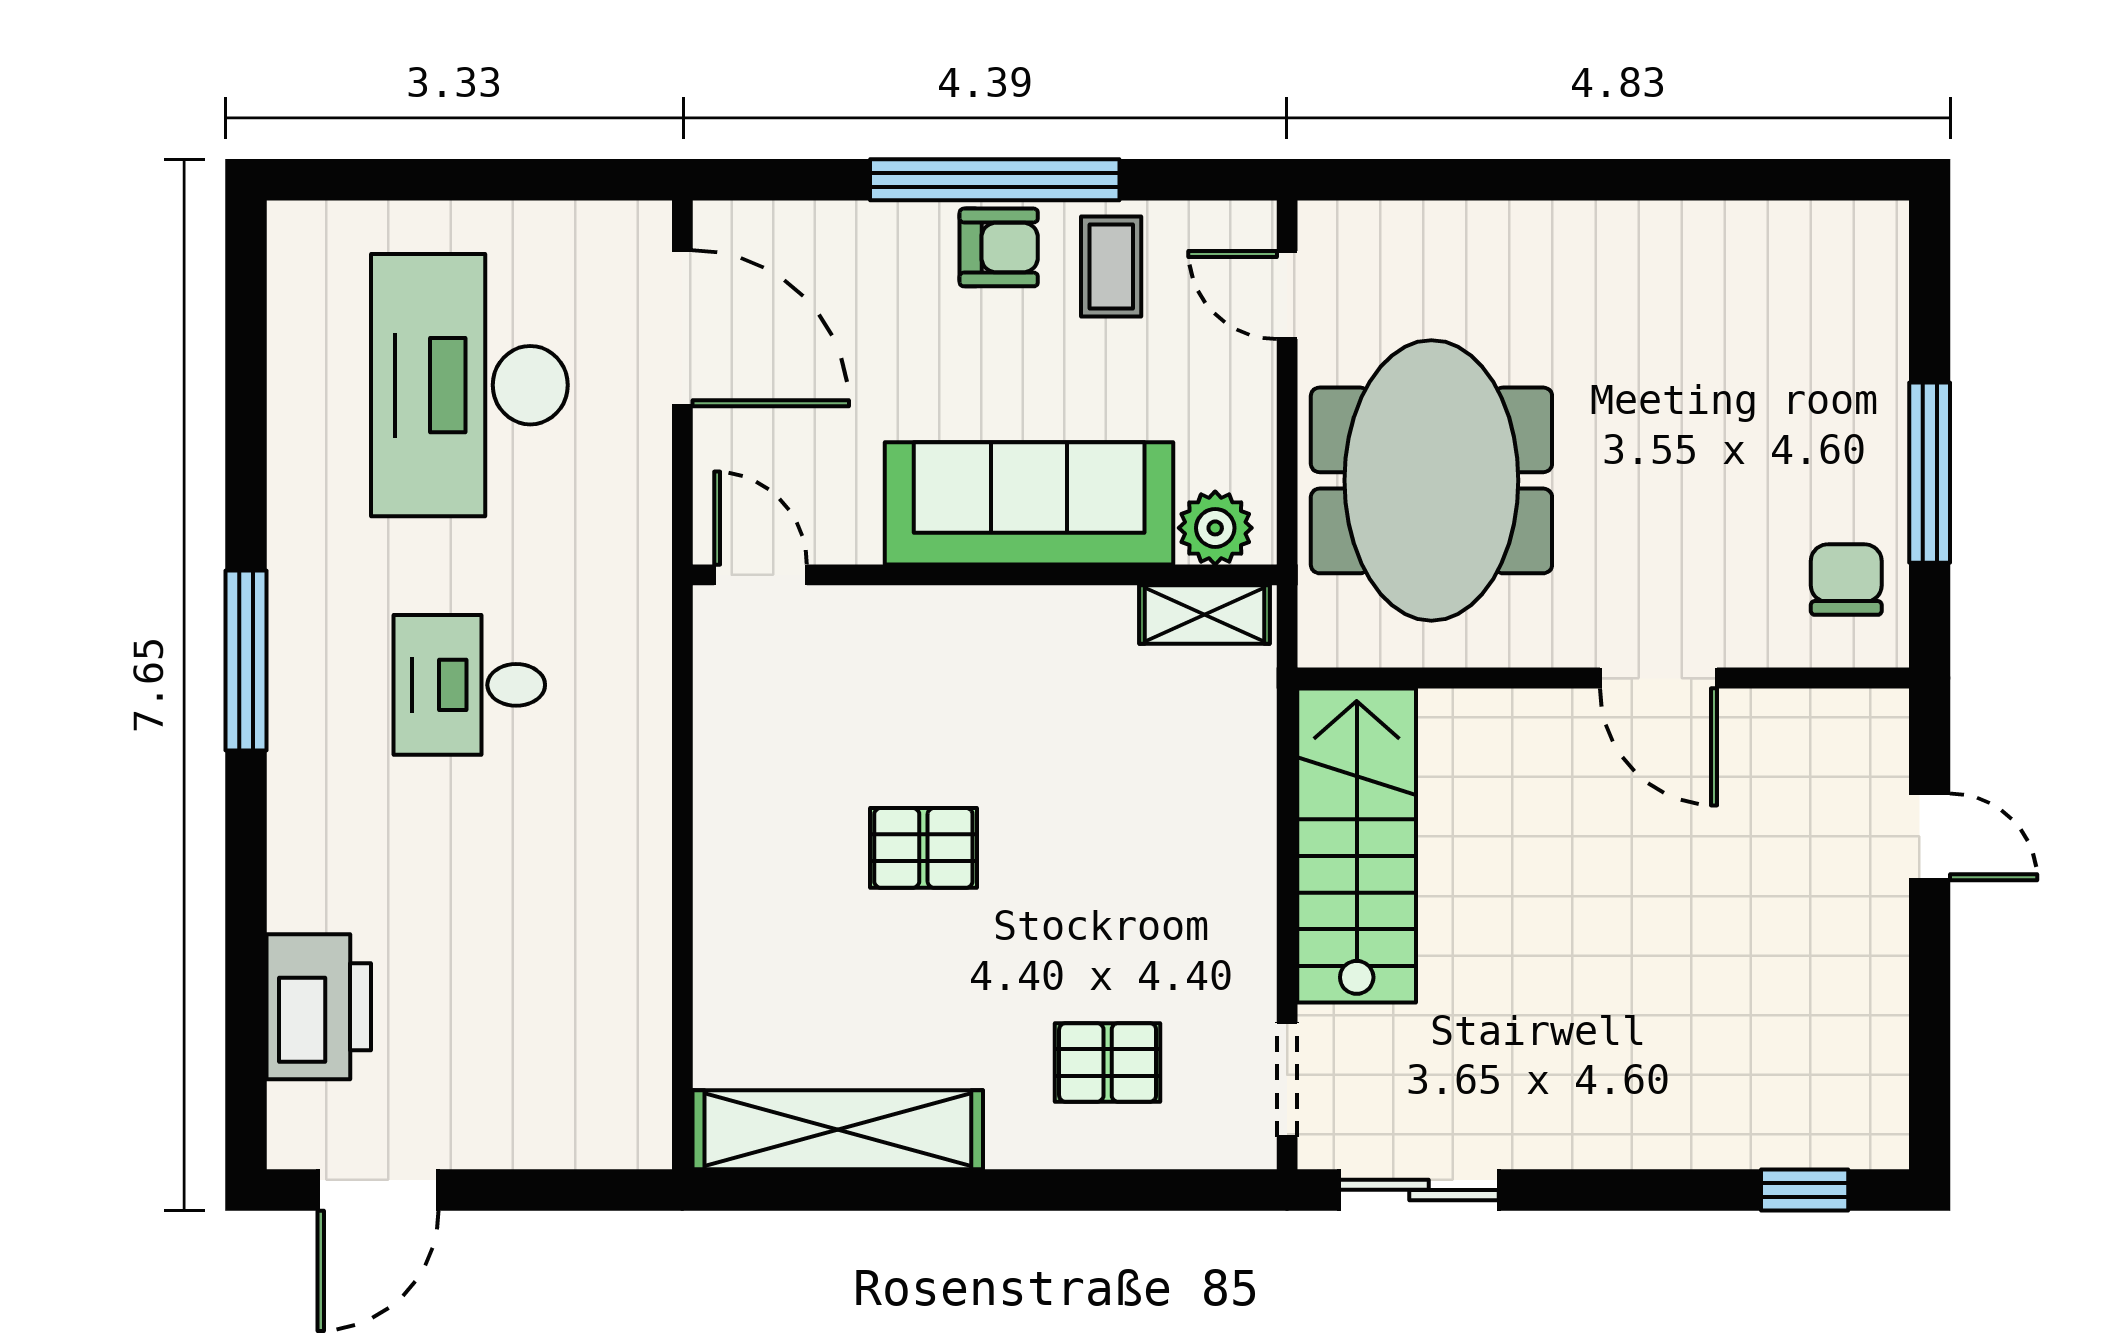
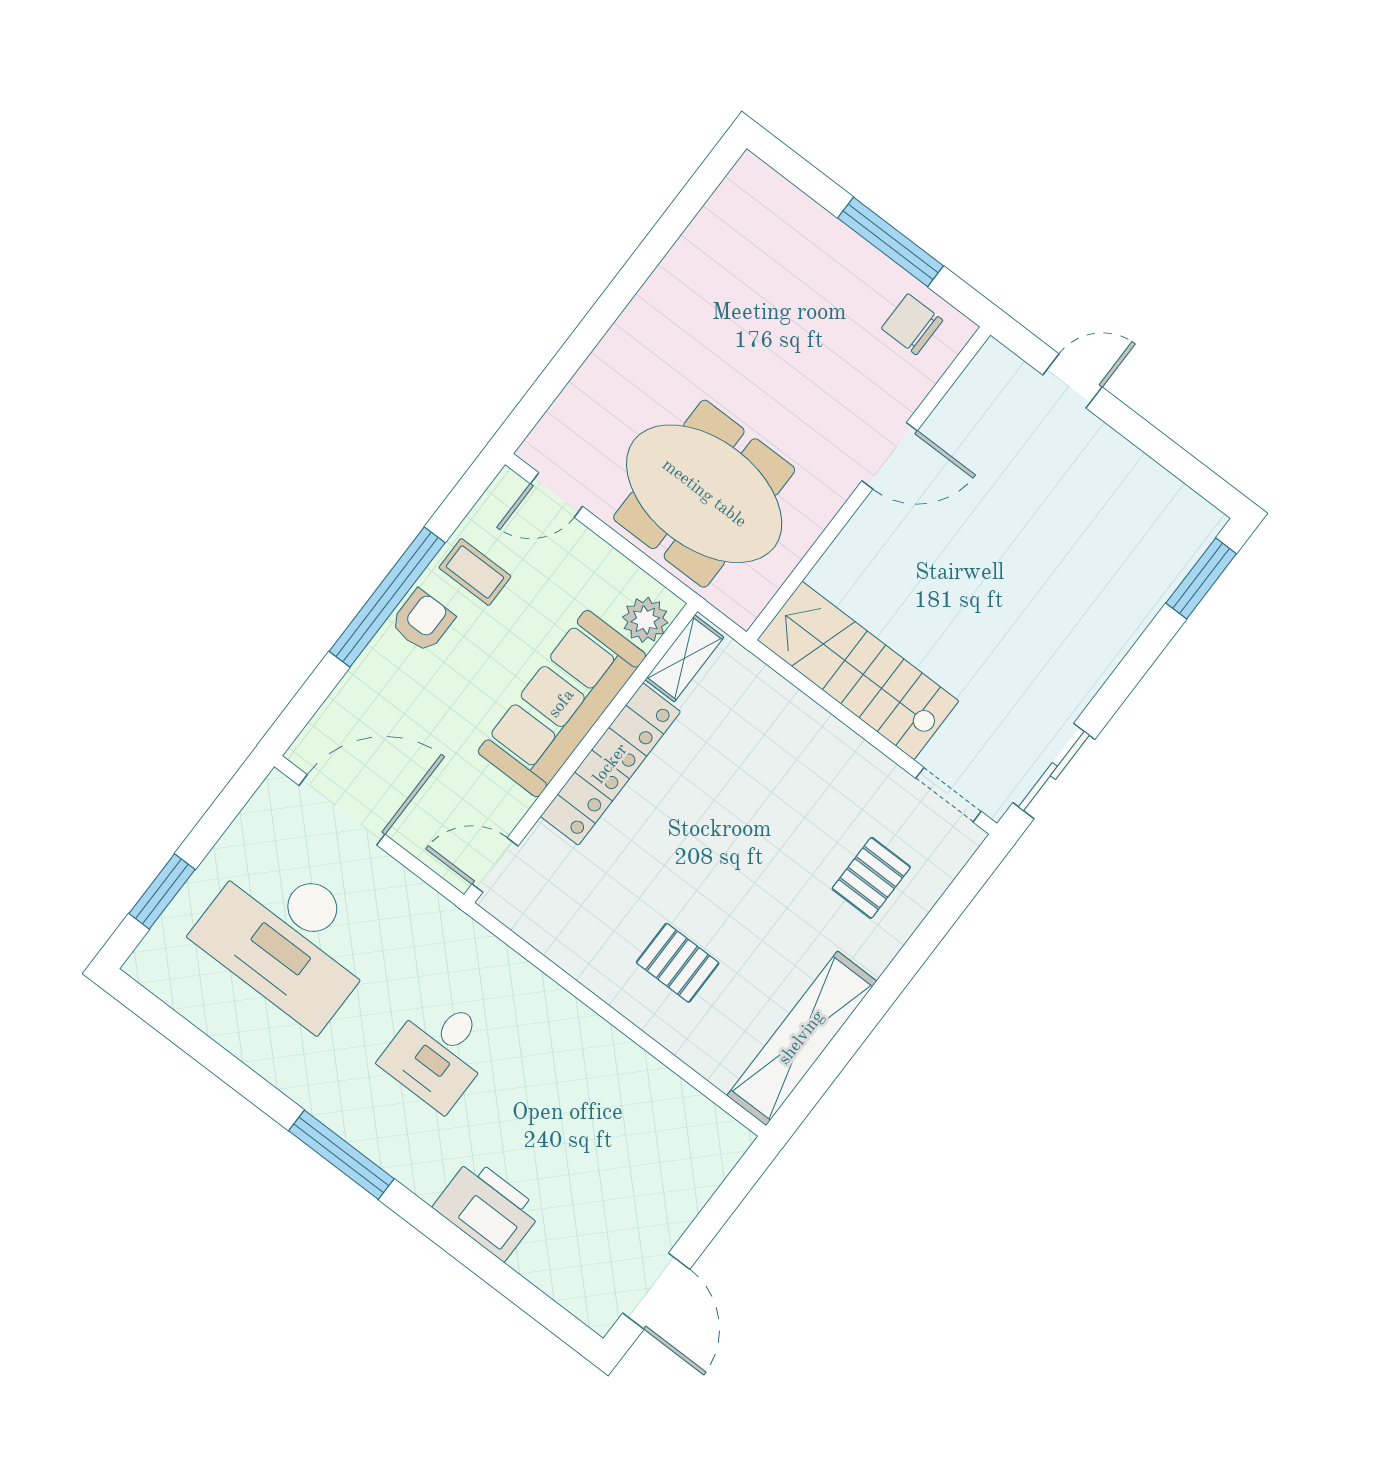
window: (405, 180) -> (162, 892), added
locker: (1000, 623) -> (611, 764), added
pallet: (923, 848) -> (678, 963), moved, turned 90
printer: (319, 1007) -> (488, 1209), moved
window: (1805, 1190) -> (1201, 578), width x1.50

